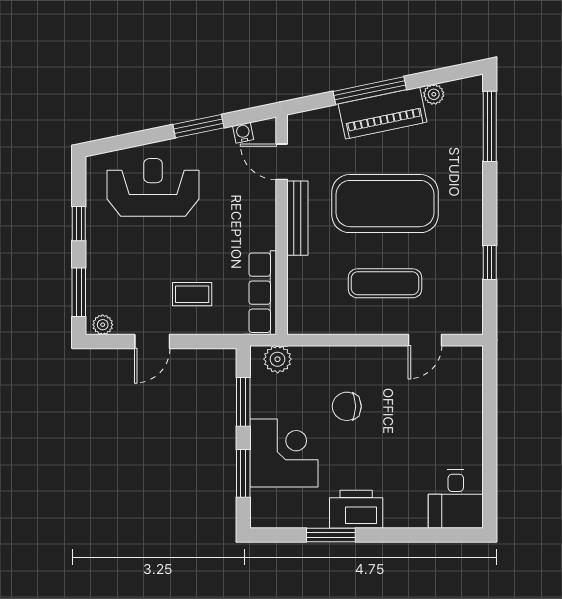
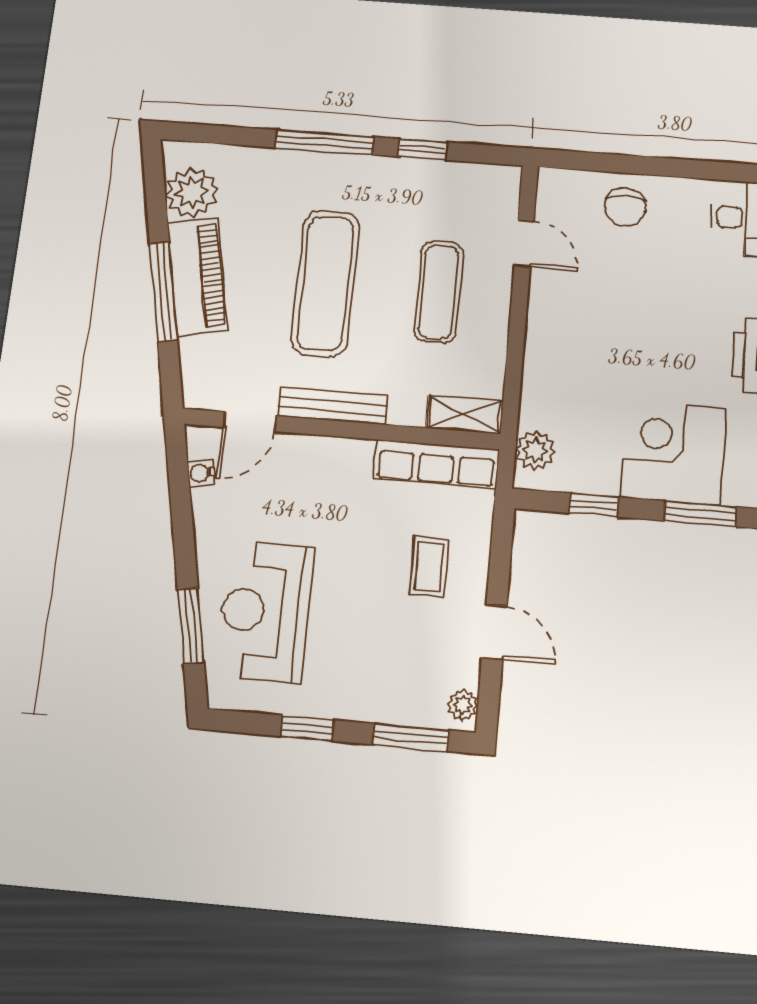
plant: (434, 94) -> (192, 193), width x1.87, depth x1.87
window: (198, 126) -> (191, 626), moved
window: (490, 126) -> (325, 142), moved
exercise mat: (385, 204) -> (325, 283), width x0.68
shelving: (299, 309) -> (465, 415), added
window: (243, 402) -> (594, 505), width x0.67
chair: (347, 406) -> (625, 207), moved

